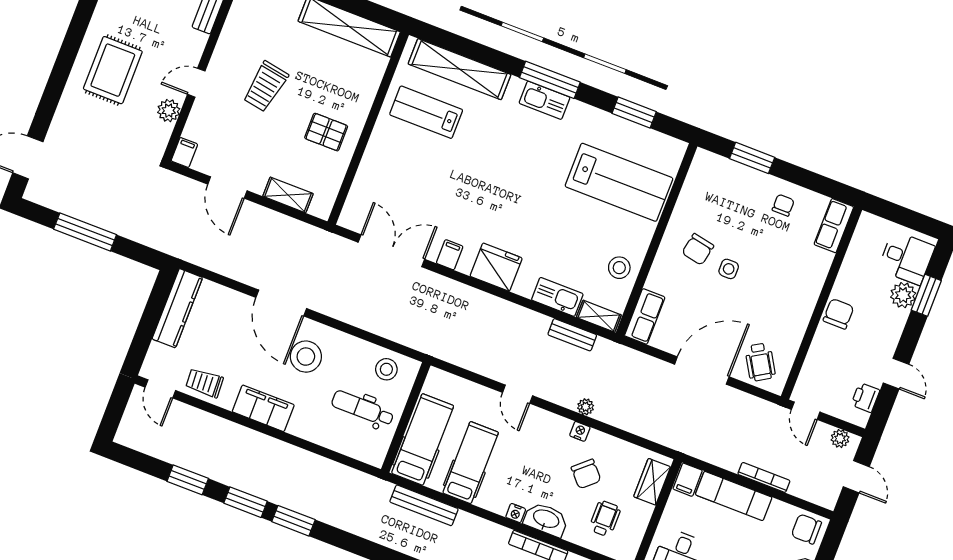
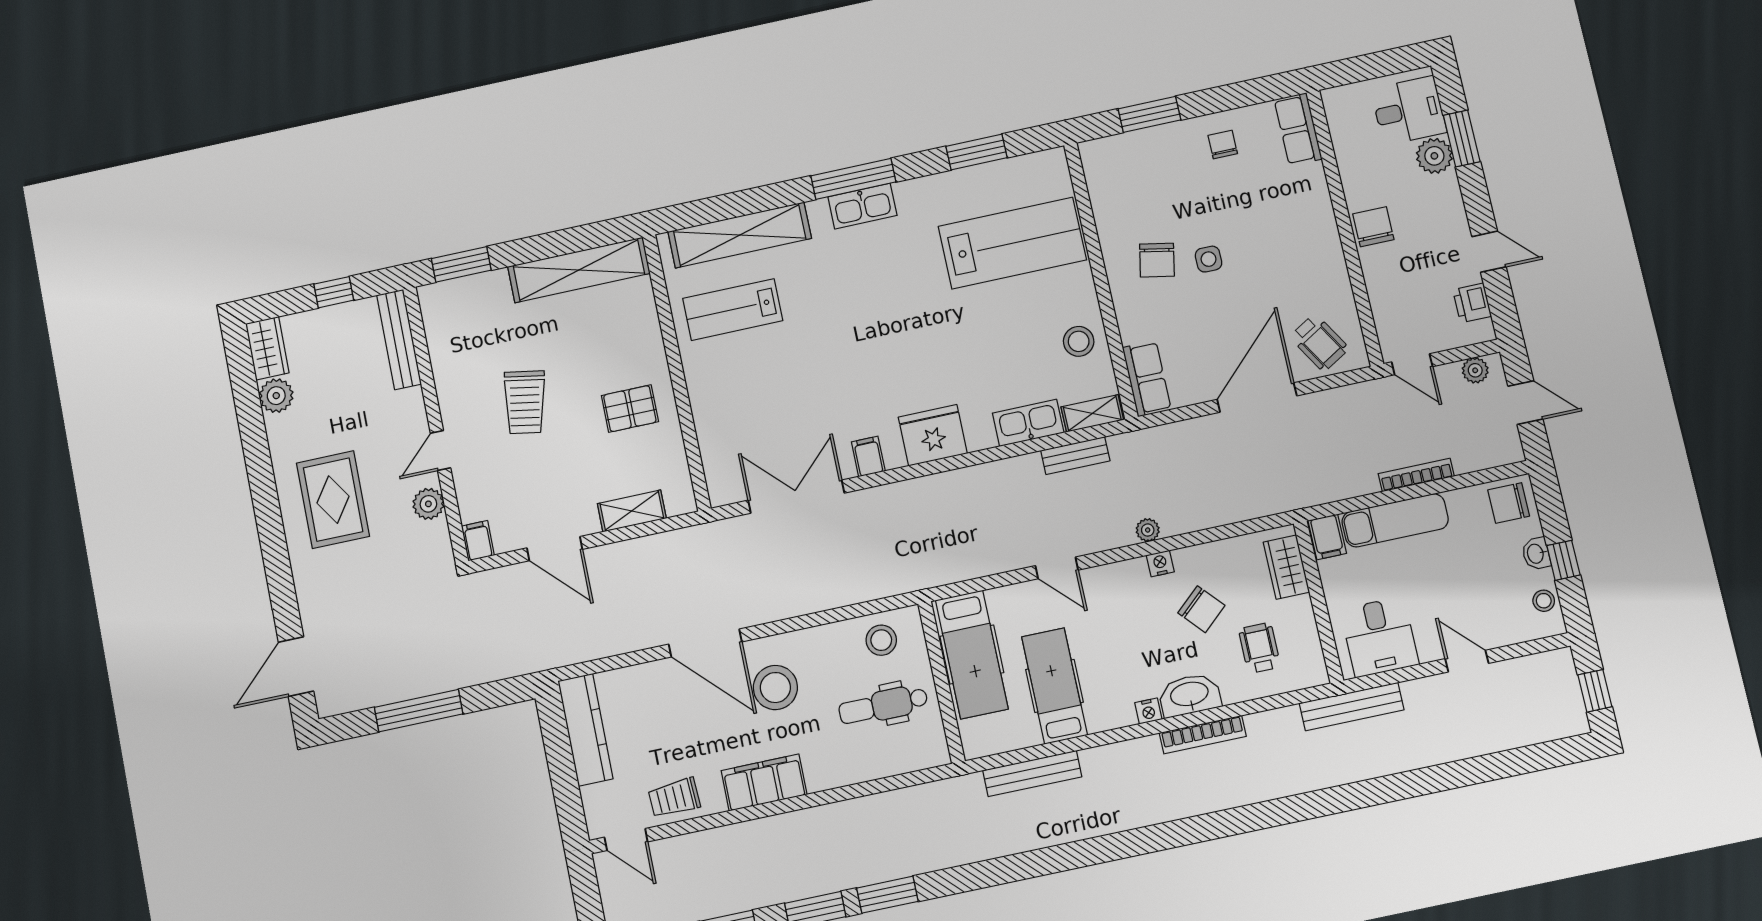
hospital bed: (423, 439) -> (972, 654), moved, turned 180

